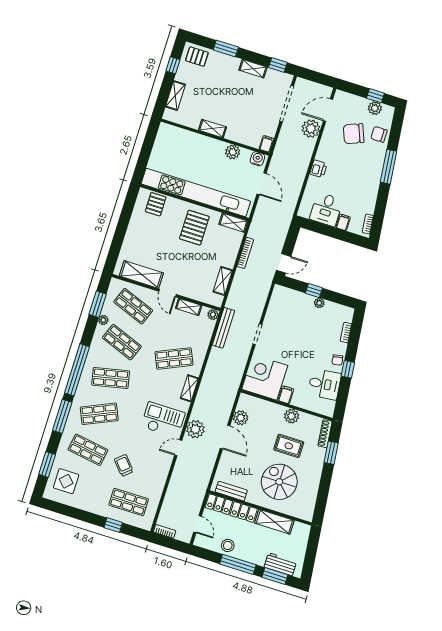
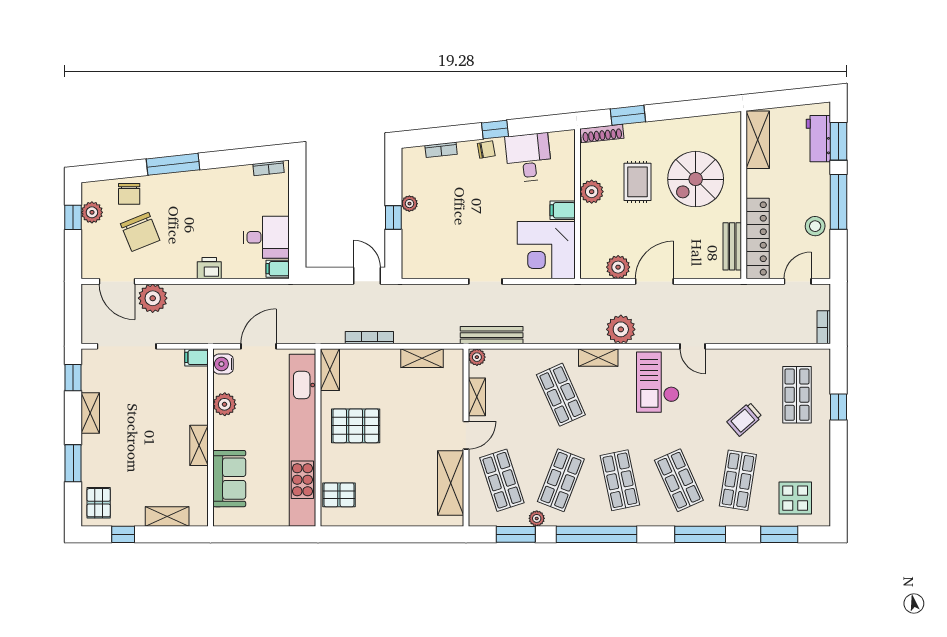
sofa: (187, 141) -> (229, 479), added
filing cabinet: (343, 222) -> (278, 269), moved
shop shelf: (133, 306) -> (502, 480), turned -39
window: (77, 370) -> (597, 534), moved
plant: (195, 429) -> (621, 329), moved
shelving: (274, 522) -> (758, 140), moved

